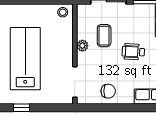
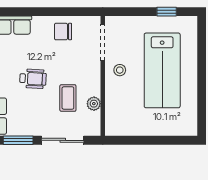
stool: (63, 12) -> (120, 70), moved
plant: (82, 46) -> (94, 104), moved

